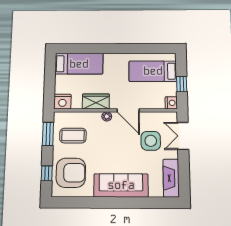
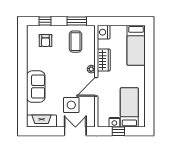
nightstand: (171, 103) -> (114, 122), moved
armchair: (71, 173) -> (46, 41), width x0.53, depth x0.53
sofa: (121, 185) -> (36, 87), width x0.73

